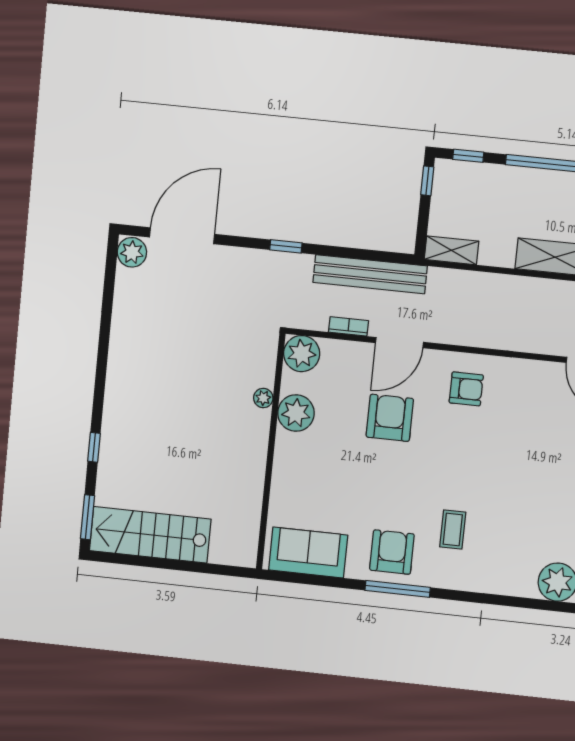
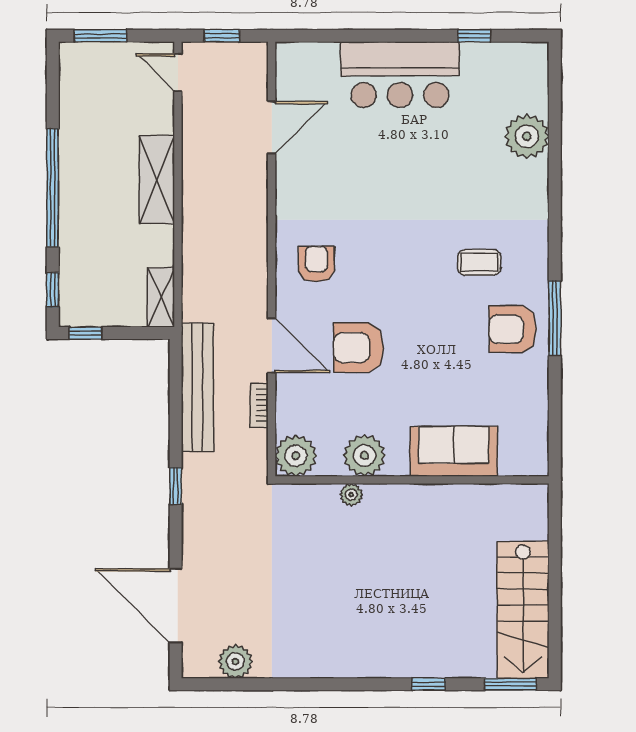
plant: (132, 252) -> (235, 661), moved
sofa: (308, 553) -> (454, 451), moved, turned 90

